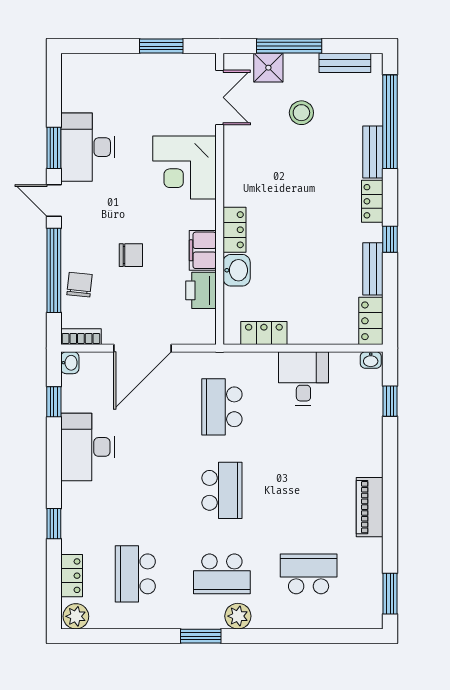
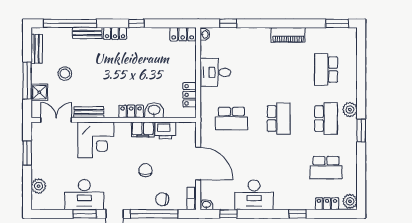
plant: (103, 66) -> (39, 186), added
bench: (373, 269) -> (89, 112), moved
school desk: (222, 490) -> (279, 119), turned 90

